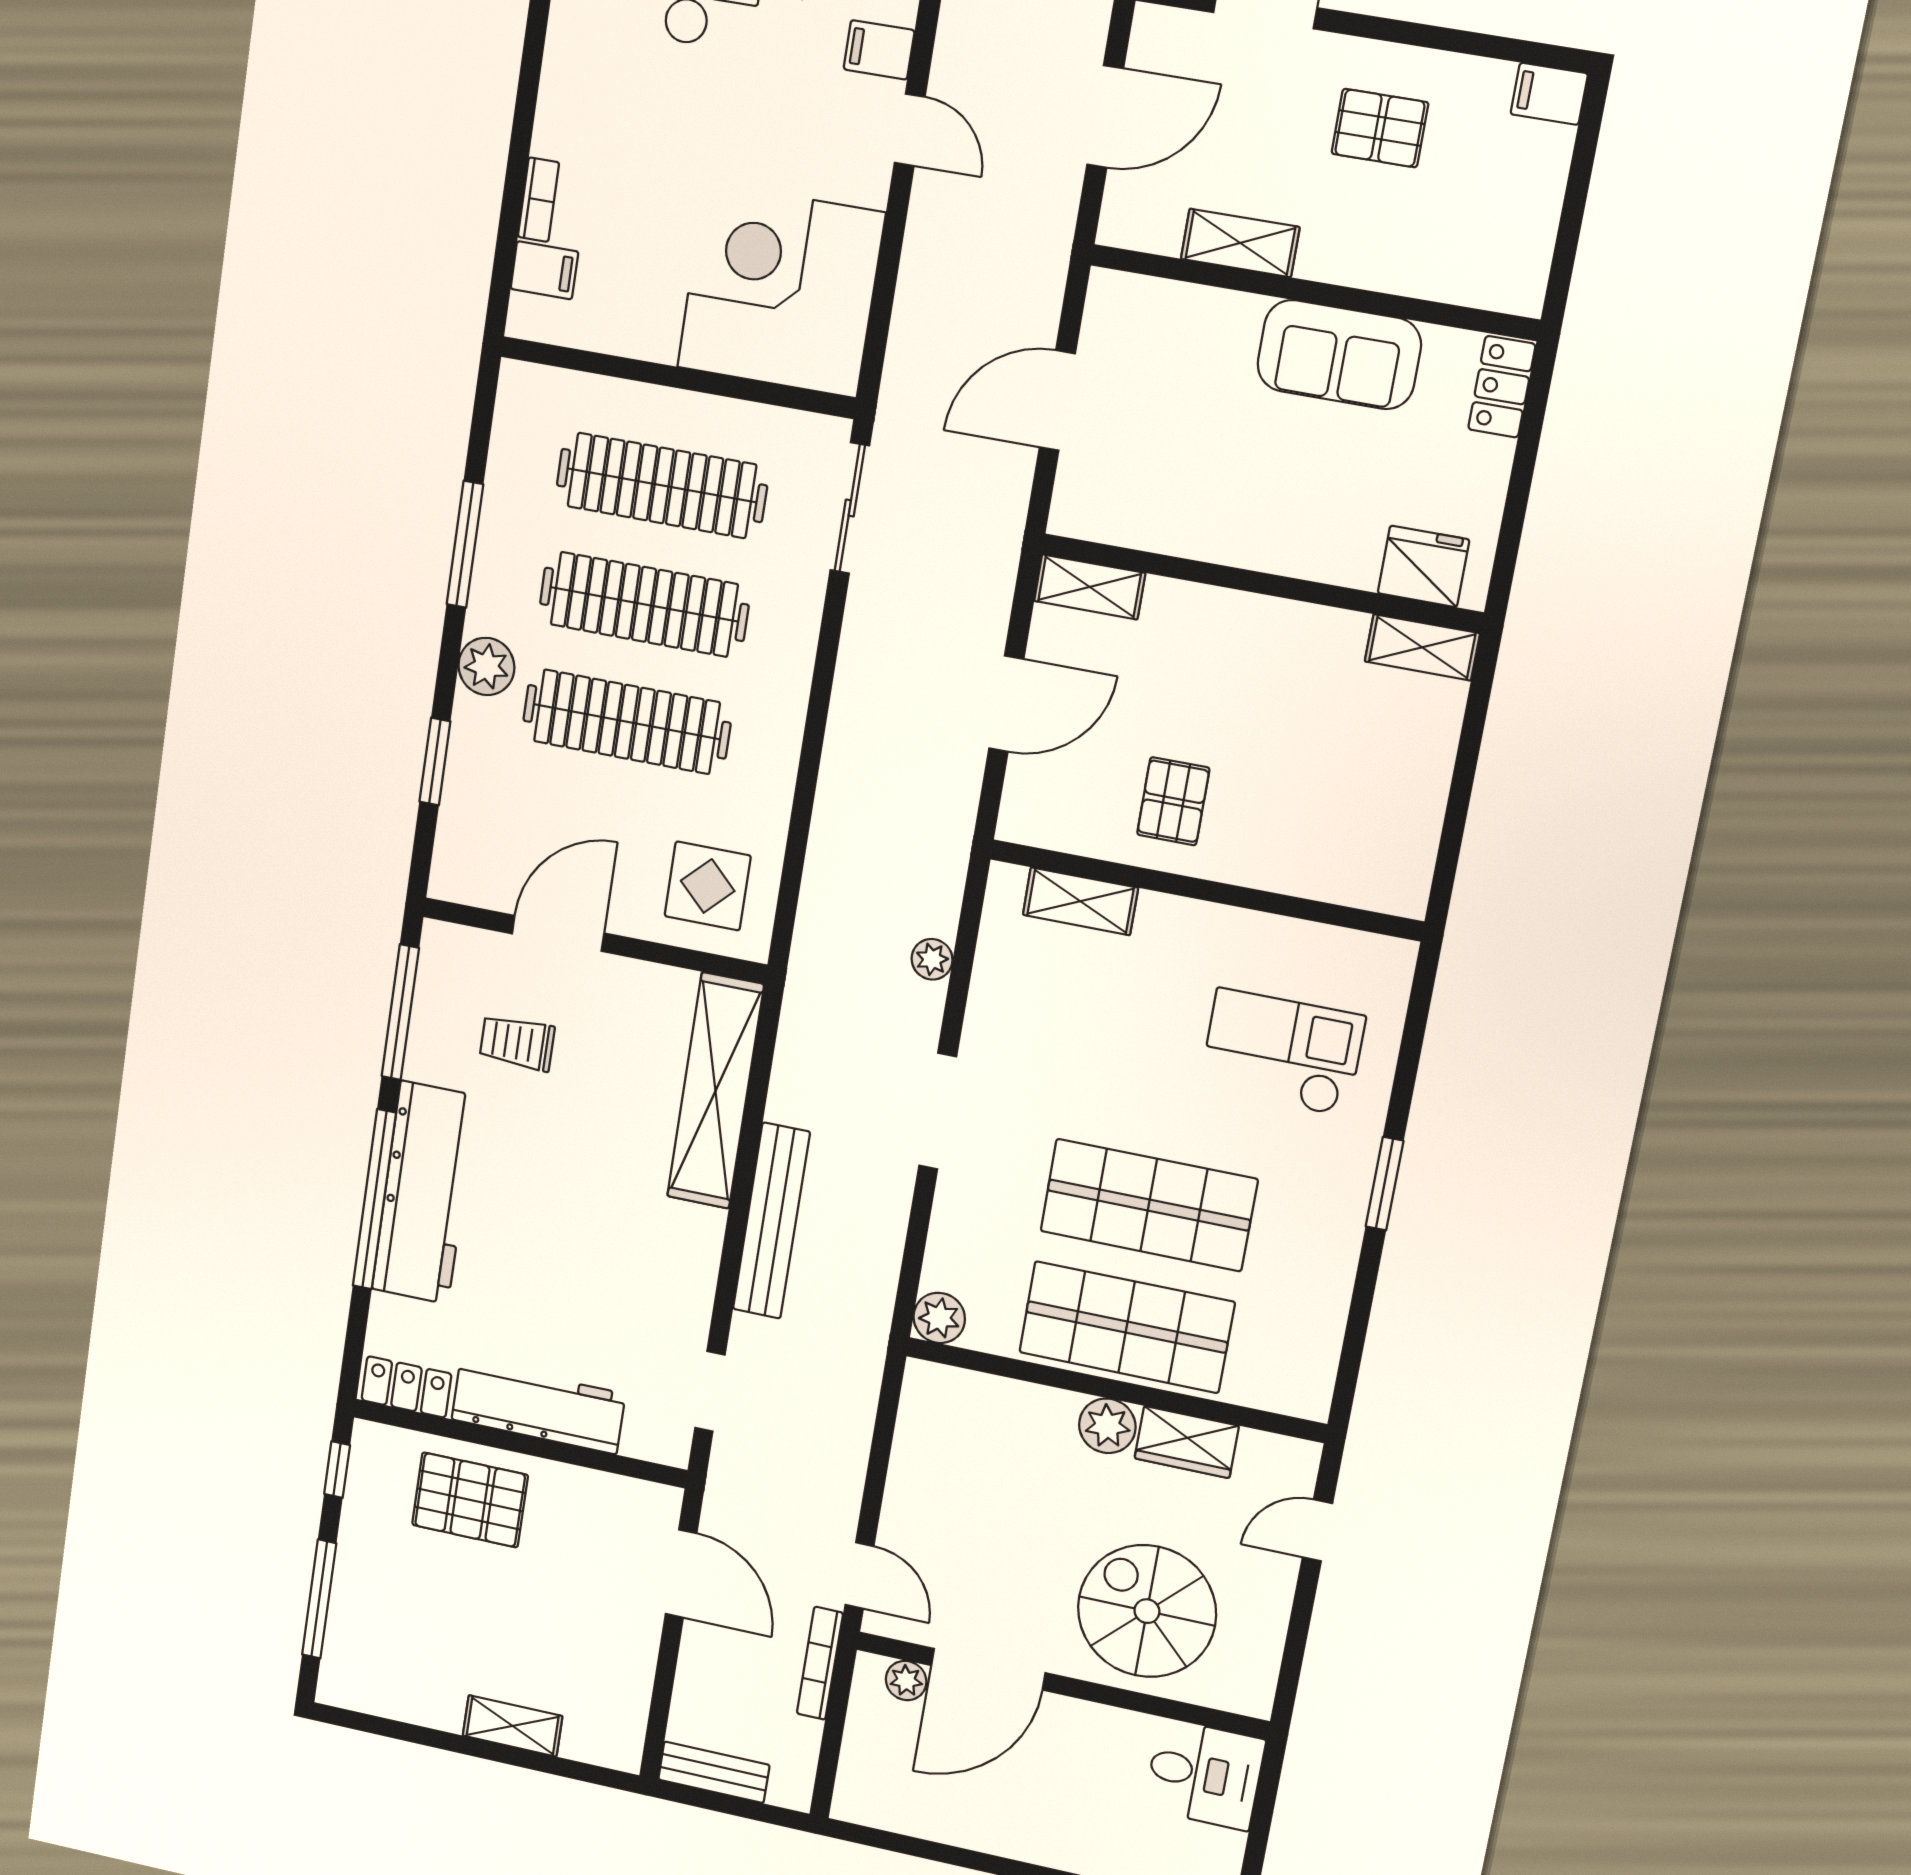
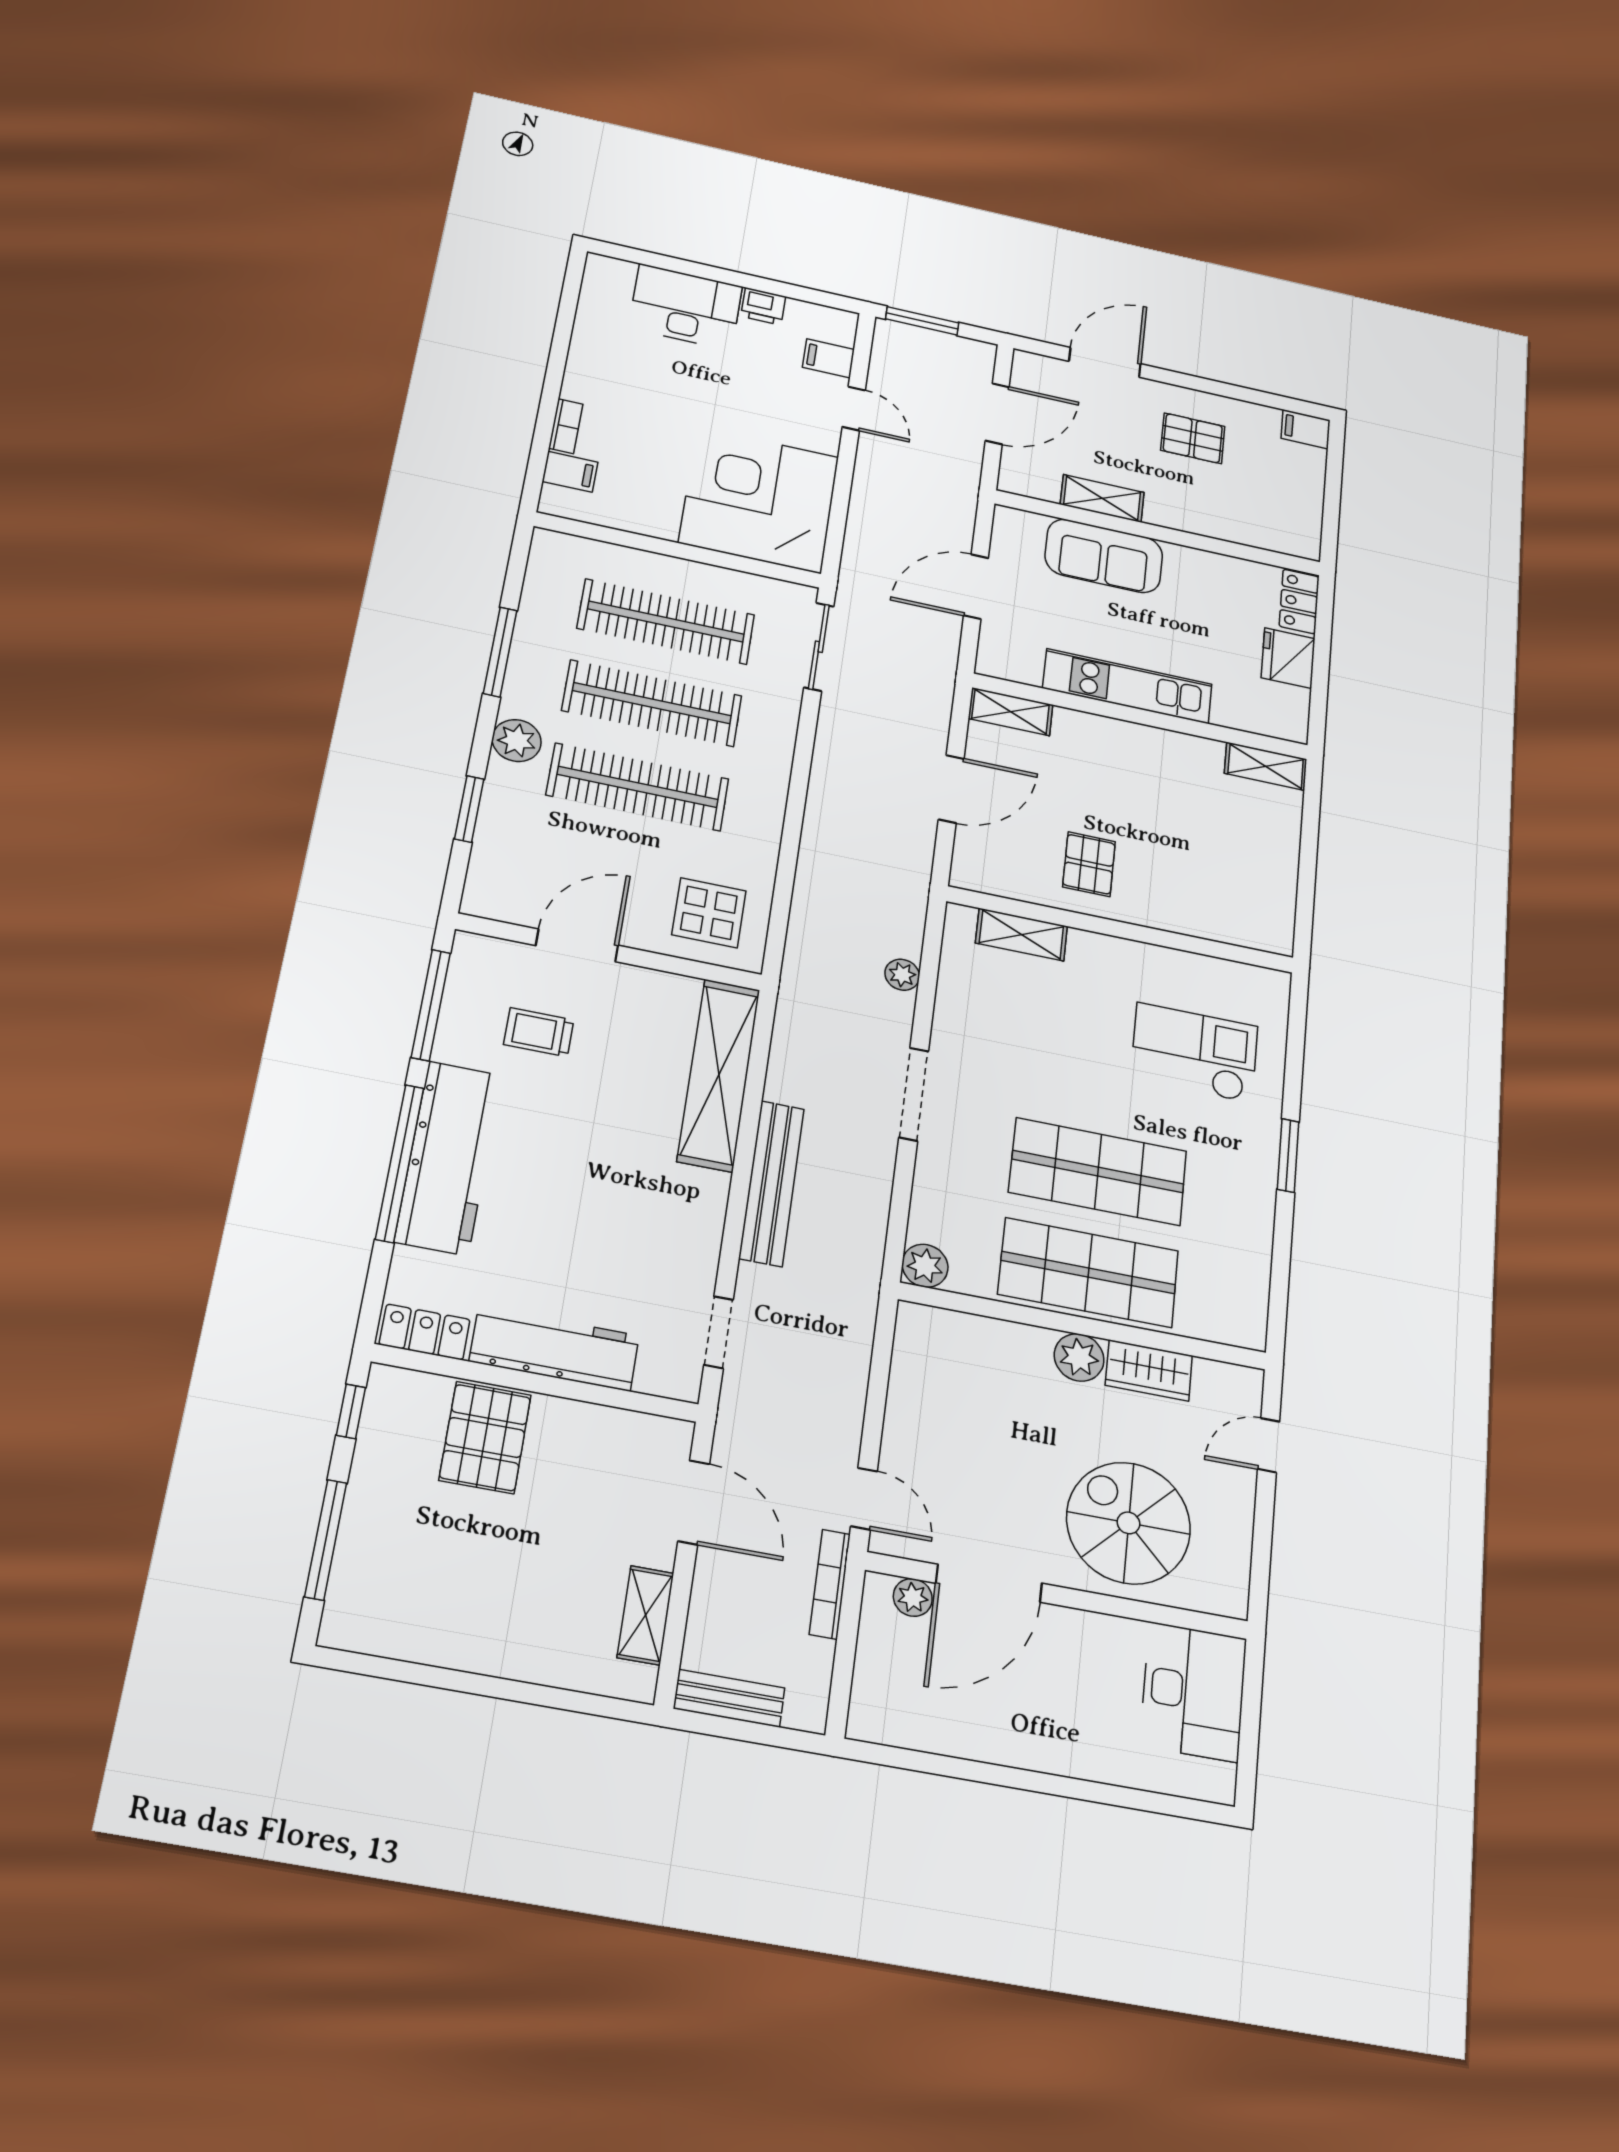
sofa: (1339, 355) -> (1104, 556), moved
kitchen unit: (1248, 538) -> (1128, 686), added
fridge: (1423, 566) -> (1288, 658), moved, turned -90
pallet: (470, 1500) -> (485, 1438), turned 90
shelving: (513, 1726) -> (645, 1615), moved, turned 90
desk: (1204, 1774) -> (1193, 1692), width x1.37

